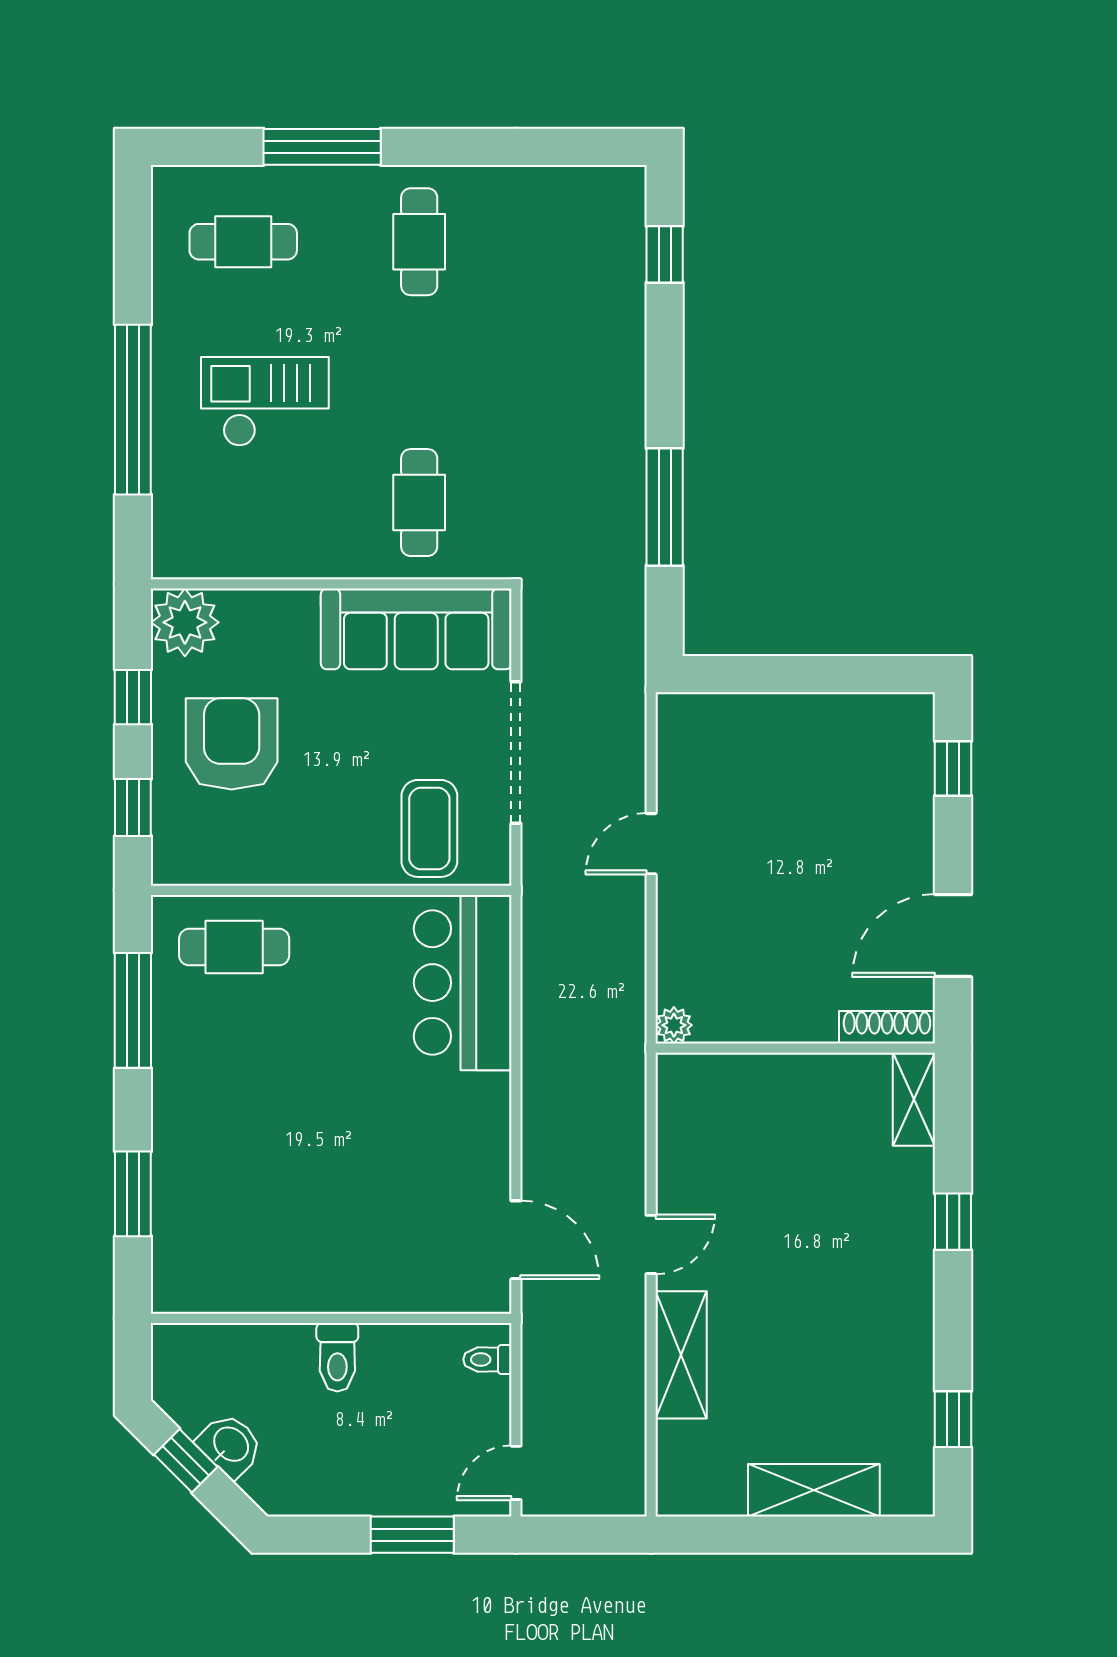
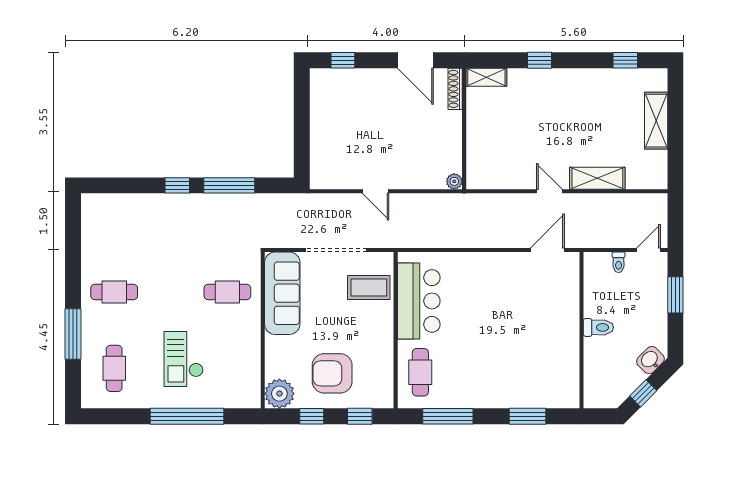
window: (665, 254) -> (177, 185), moved
bar counter: (463, 983) -> (419, 301), moved, turned -90
toilet: (487, 1360) -> (619, 262), moved
washbasin: (230, 1445) -> (650, 360), moved
door: (516, 1473) -> (649, 250), swing flipped

